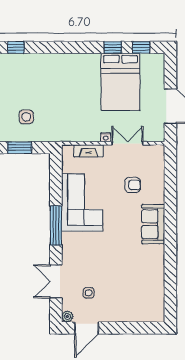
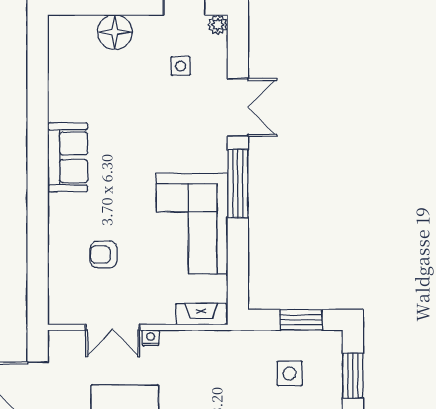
fireplace: (88, 151) -> (201, 314), moved
sofa: (153, 224) -> (68, 157), moved
double door: (56, 281) -> (238, 107), moved
floor lamp: (126, 312) -> (115, 32), added

